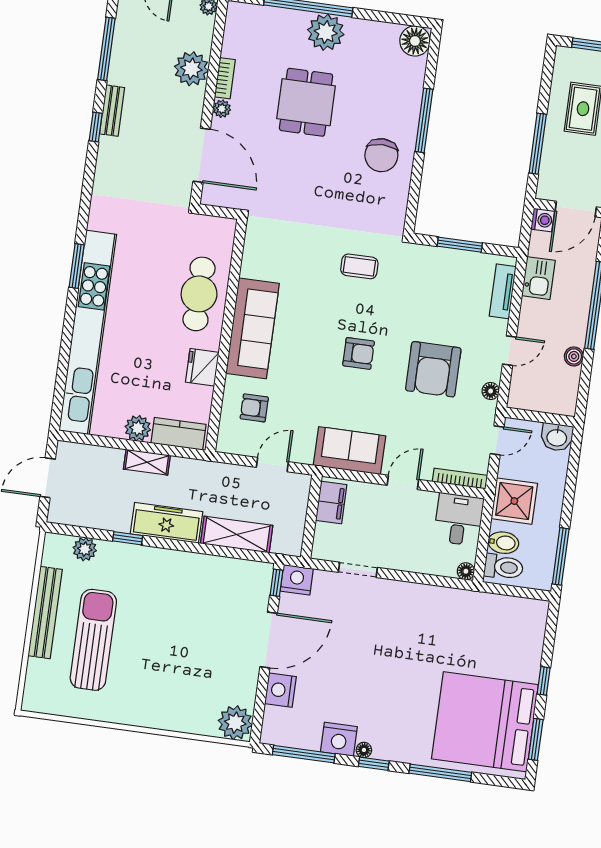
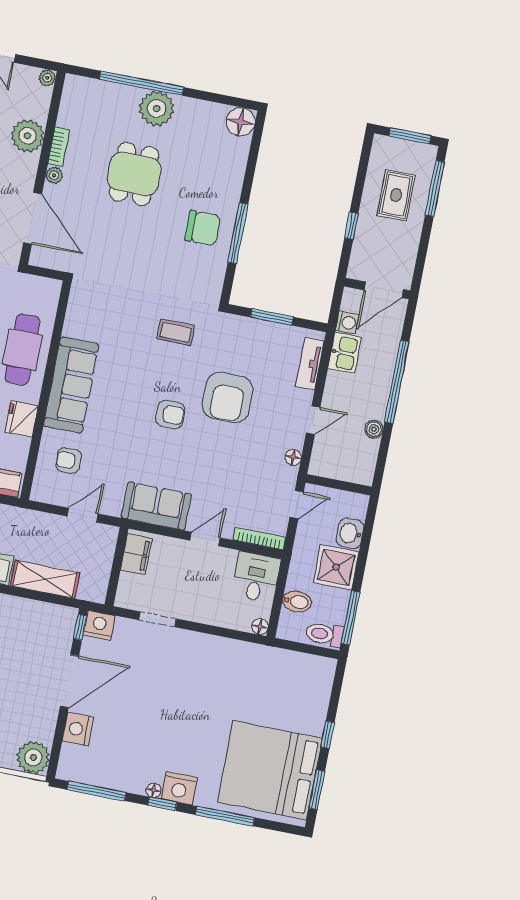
window: (424, 120) -> (238, 233), moved
window: (538, 144) -> (351, 226), width x0.46
chair: (381, 155) -> (203, 228), turned -90
washing machine: (543, 220) -> (347, 322), moved
armchair: (433, 369) -> (228, 397), moved
washbasin: (557, 437) -> (350, 533), moved, turned 90
shower: (514, 501) -> (336, 567), moved
toilet: (504, 567) -> (324, 634), moved, turned 180
nightstand: (339, 739) -> (179, 788), moved

